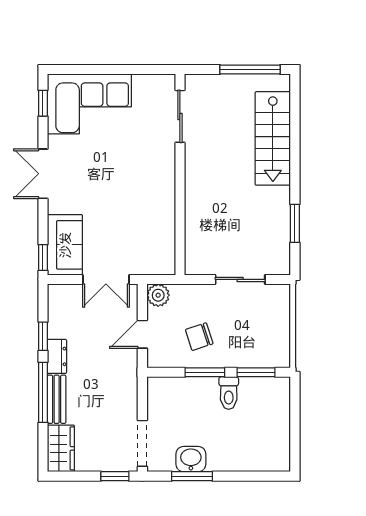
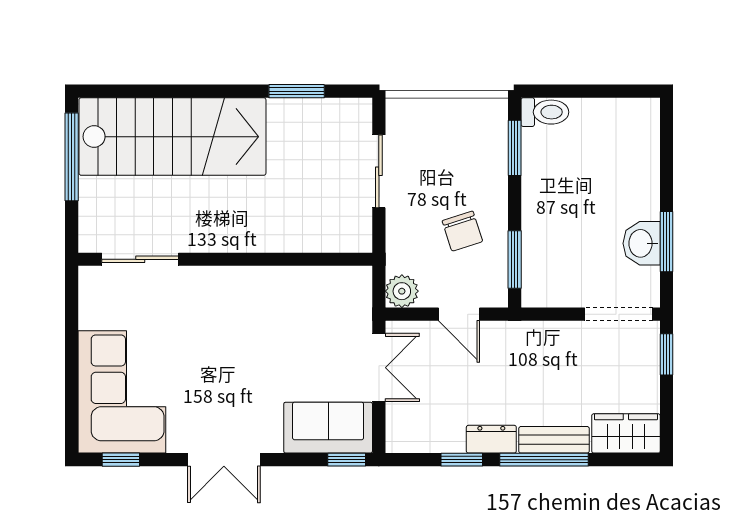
stairs: (273, 138) -> (172, 137), width x1.36, depth x1.51
window: (205, 372) -> (515, 260), moved
toilet: (229, 393) -> (545, 112), moved

